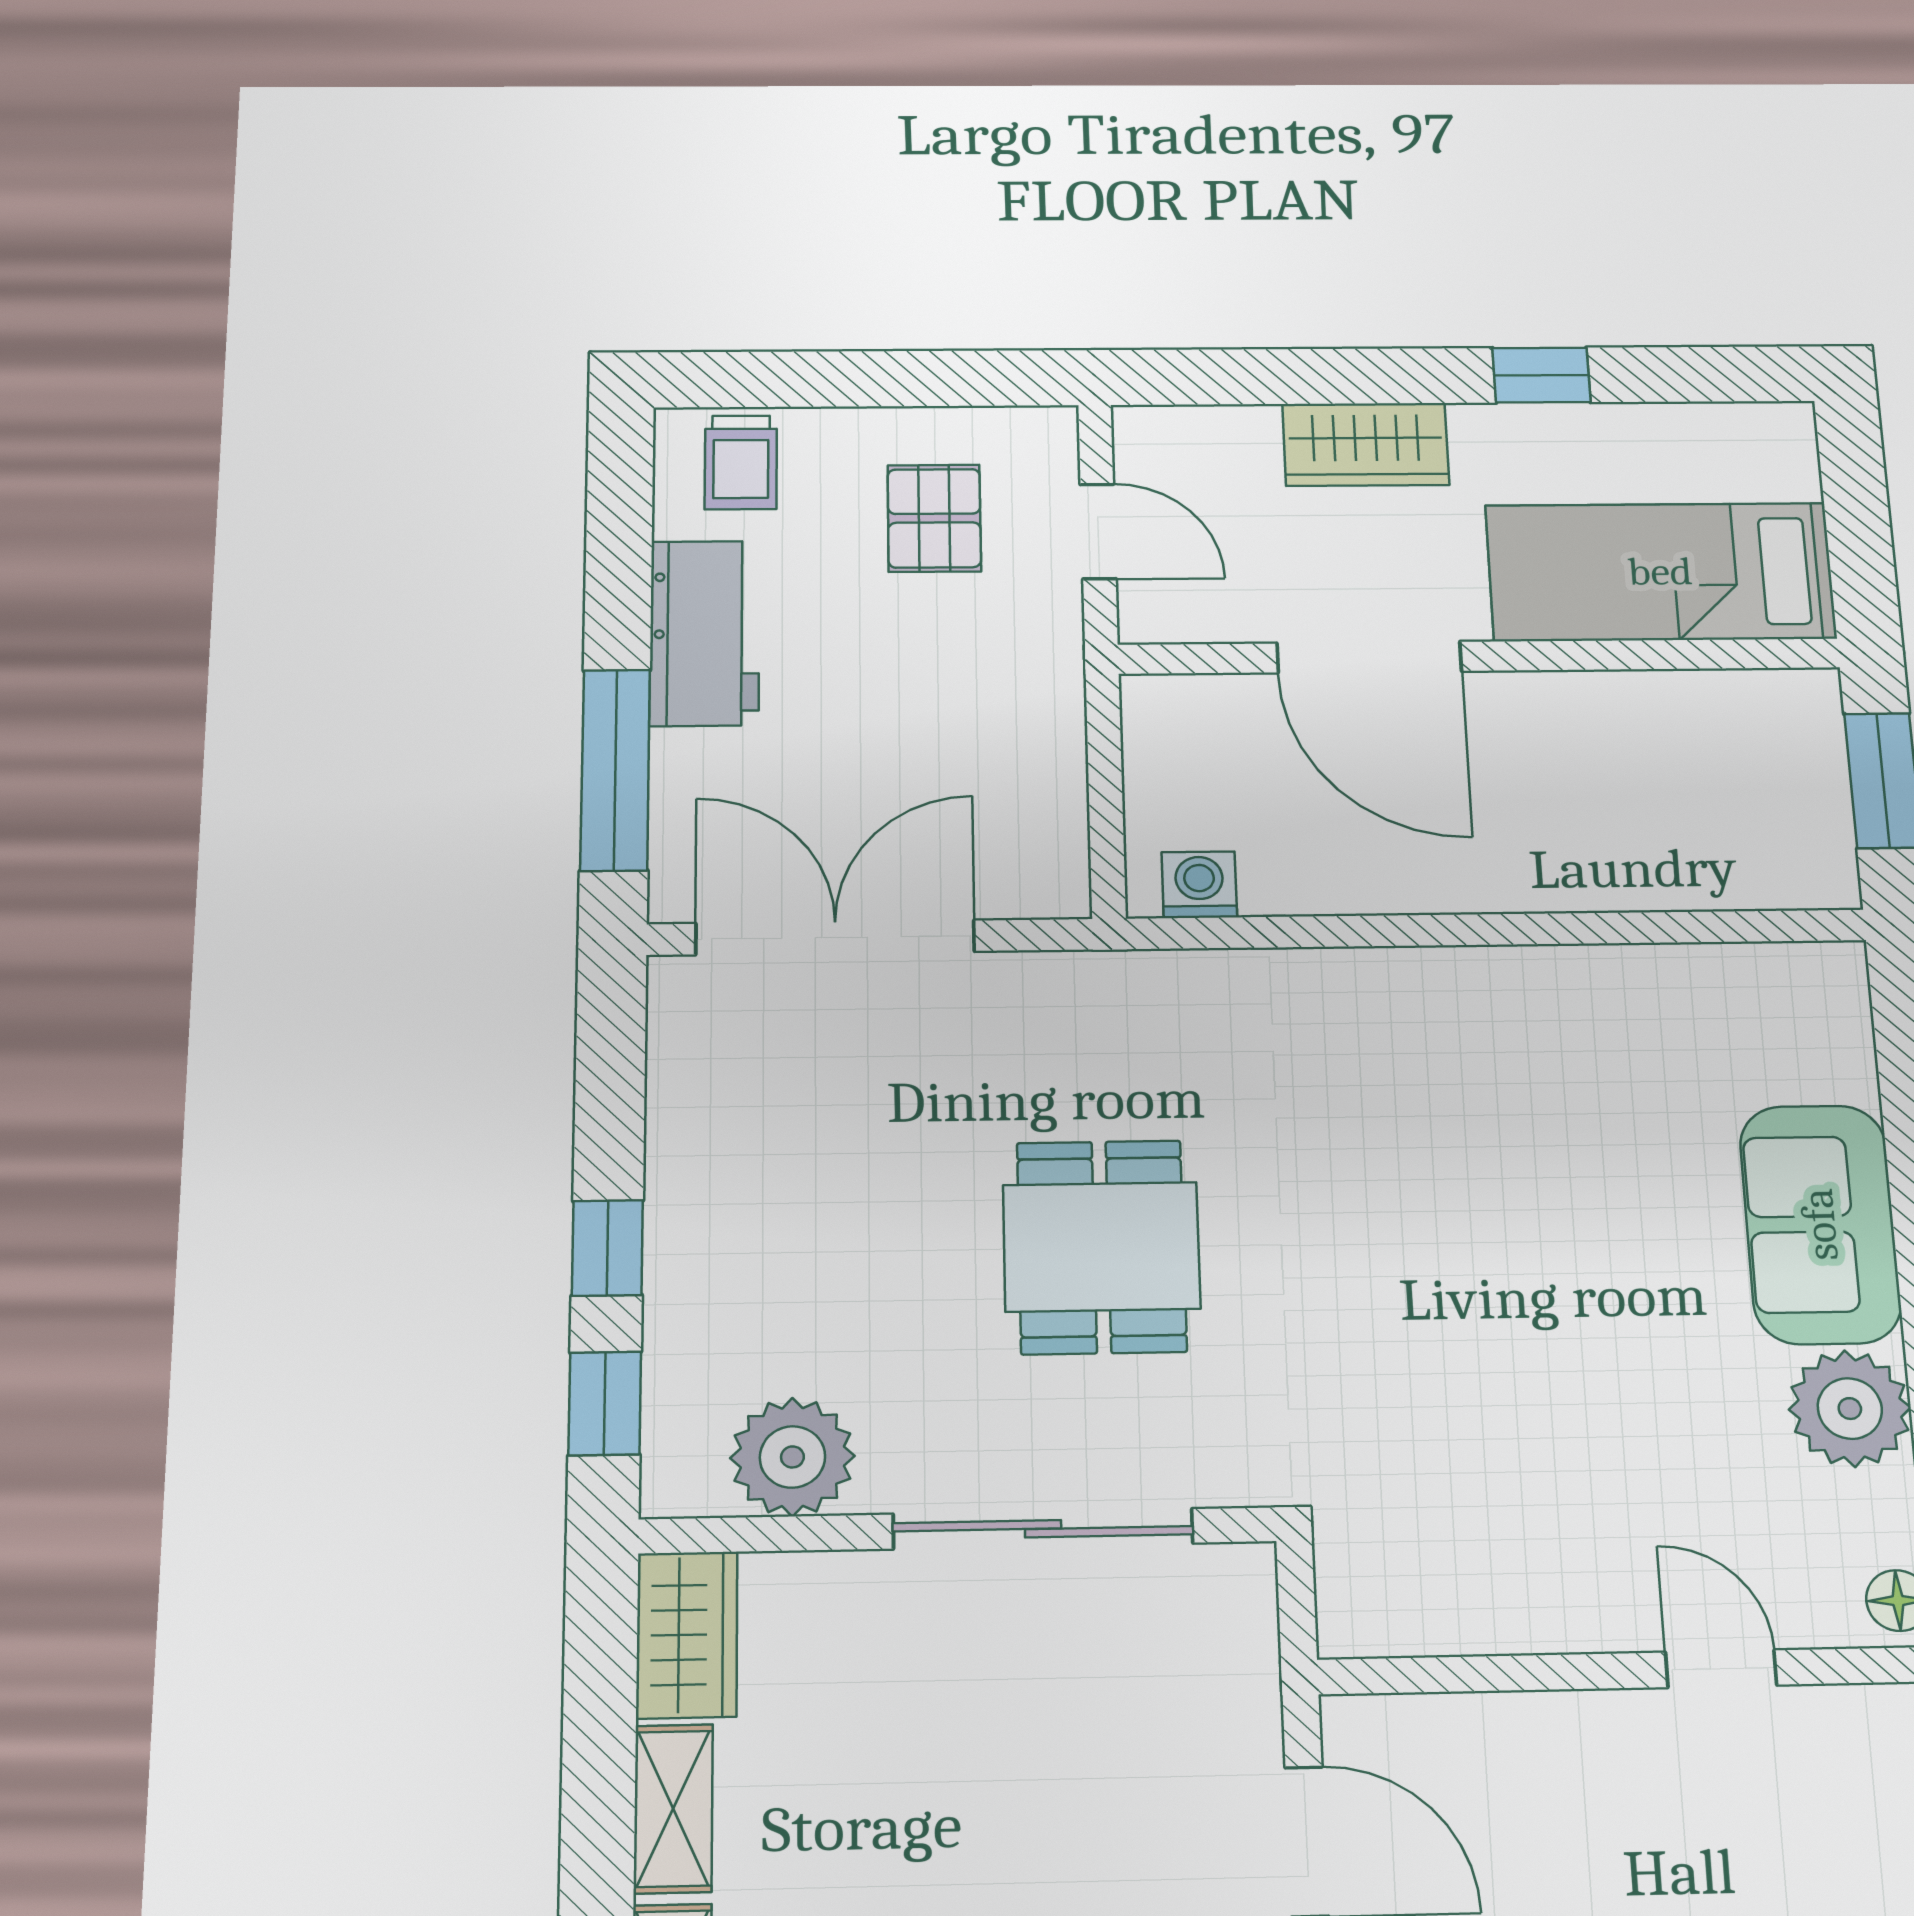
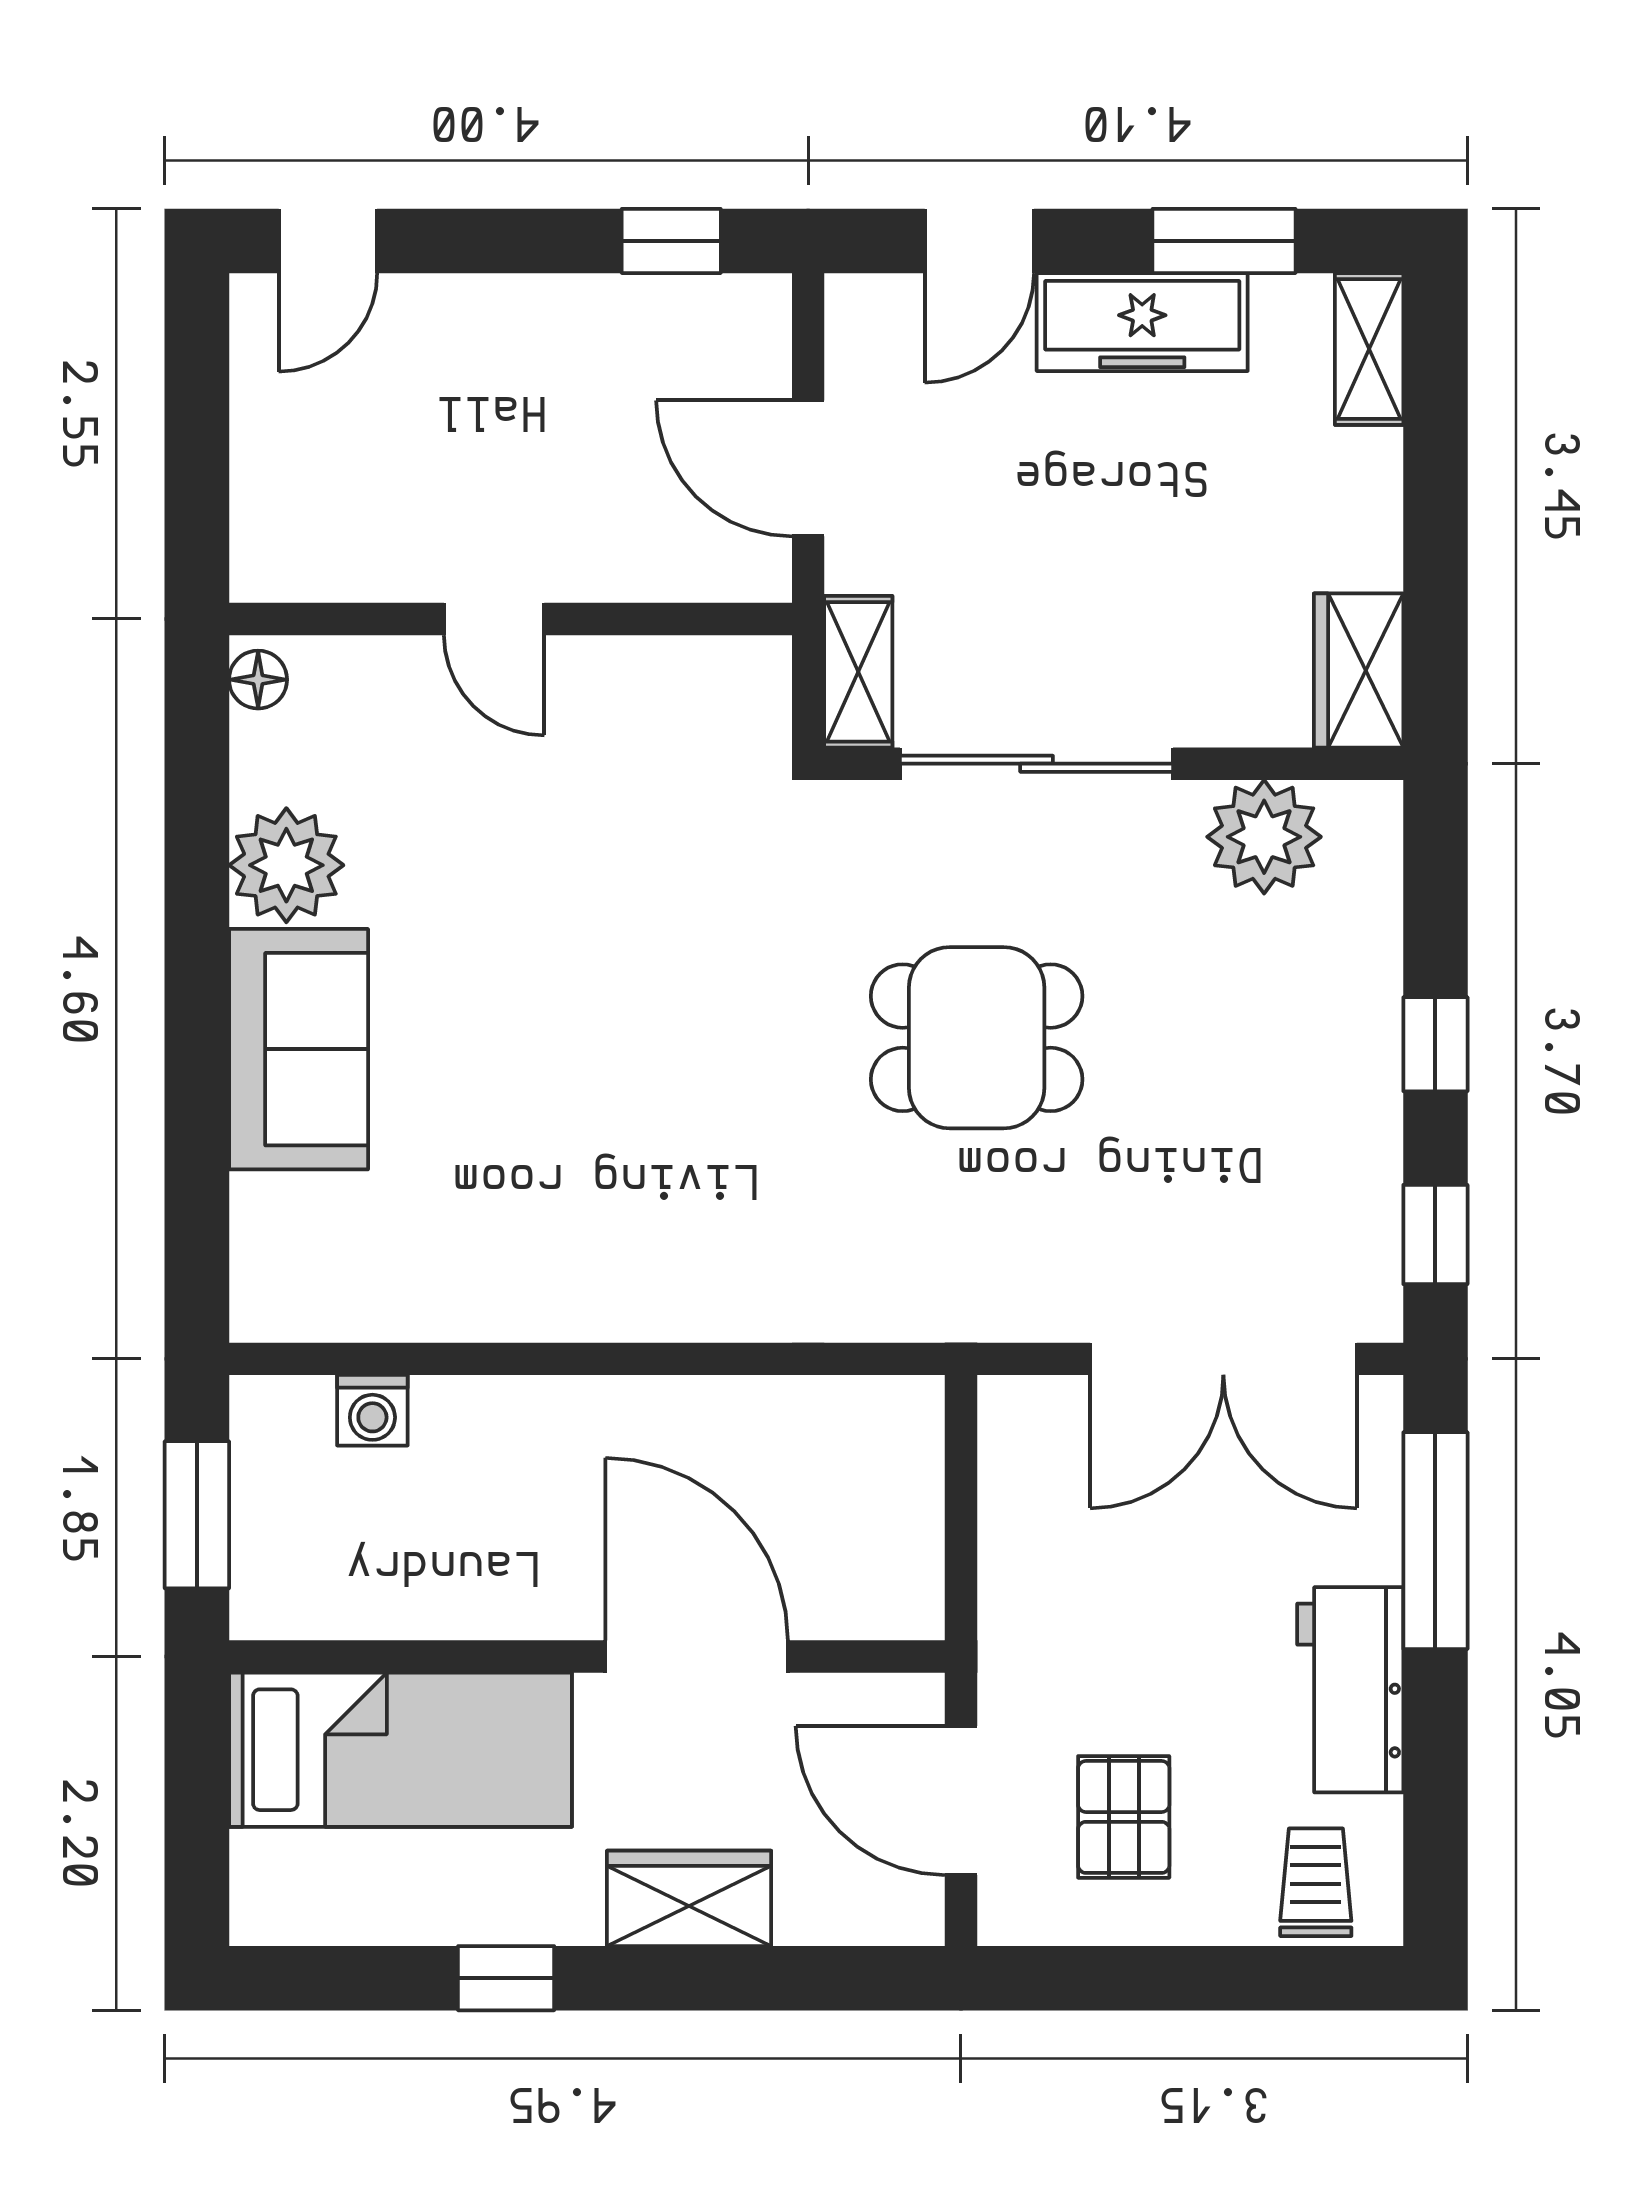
door: (1098, 531) -> (961, 1800), width x1.38
washing machine: (1199, 885) -> (372, 1410), moved
dining table: (1101, 1247) -> (977, 1038), turned 90
window: (605, 1403) -> (1435, 1234), moved
door: (1721, 1669) -> (494, 619), moved
shelving: (673, 1809) -> (858, 672), moved

